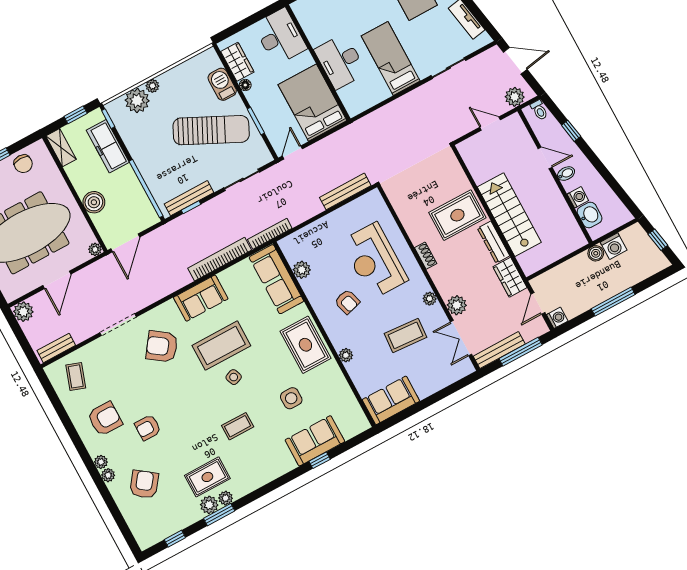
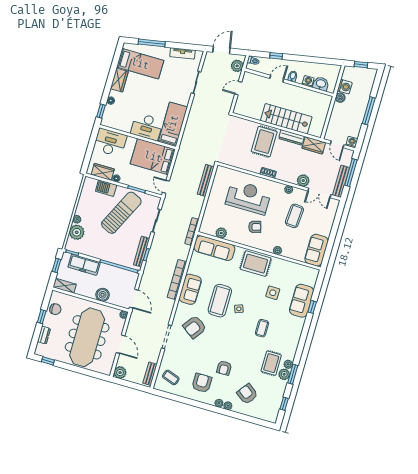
bed: (391, 58) -> (173, 124), moved, turned 90
bookcase: (220, 259) -> (177, 280), moved
reception desk: (374, 261) -> (248, 197), turned 180

